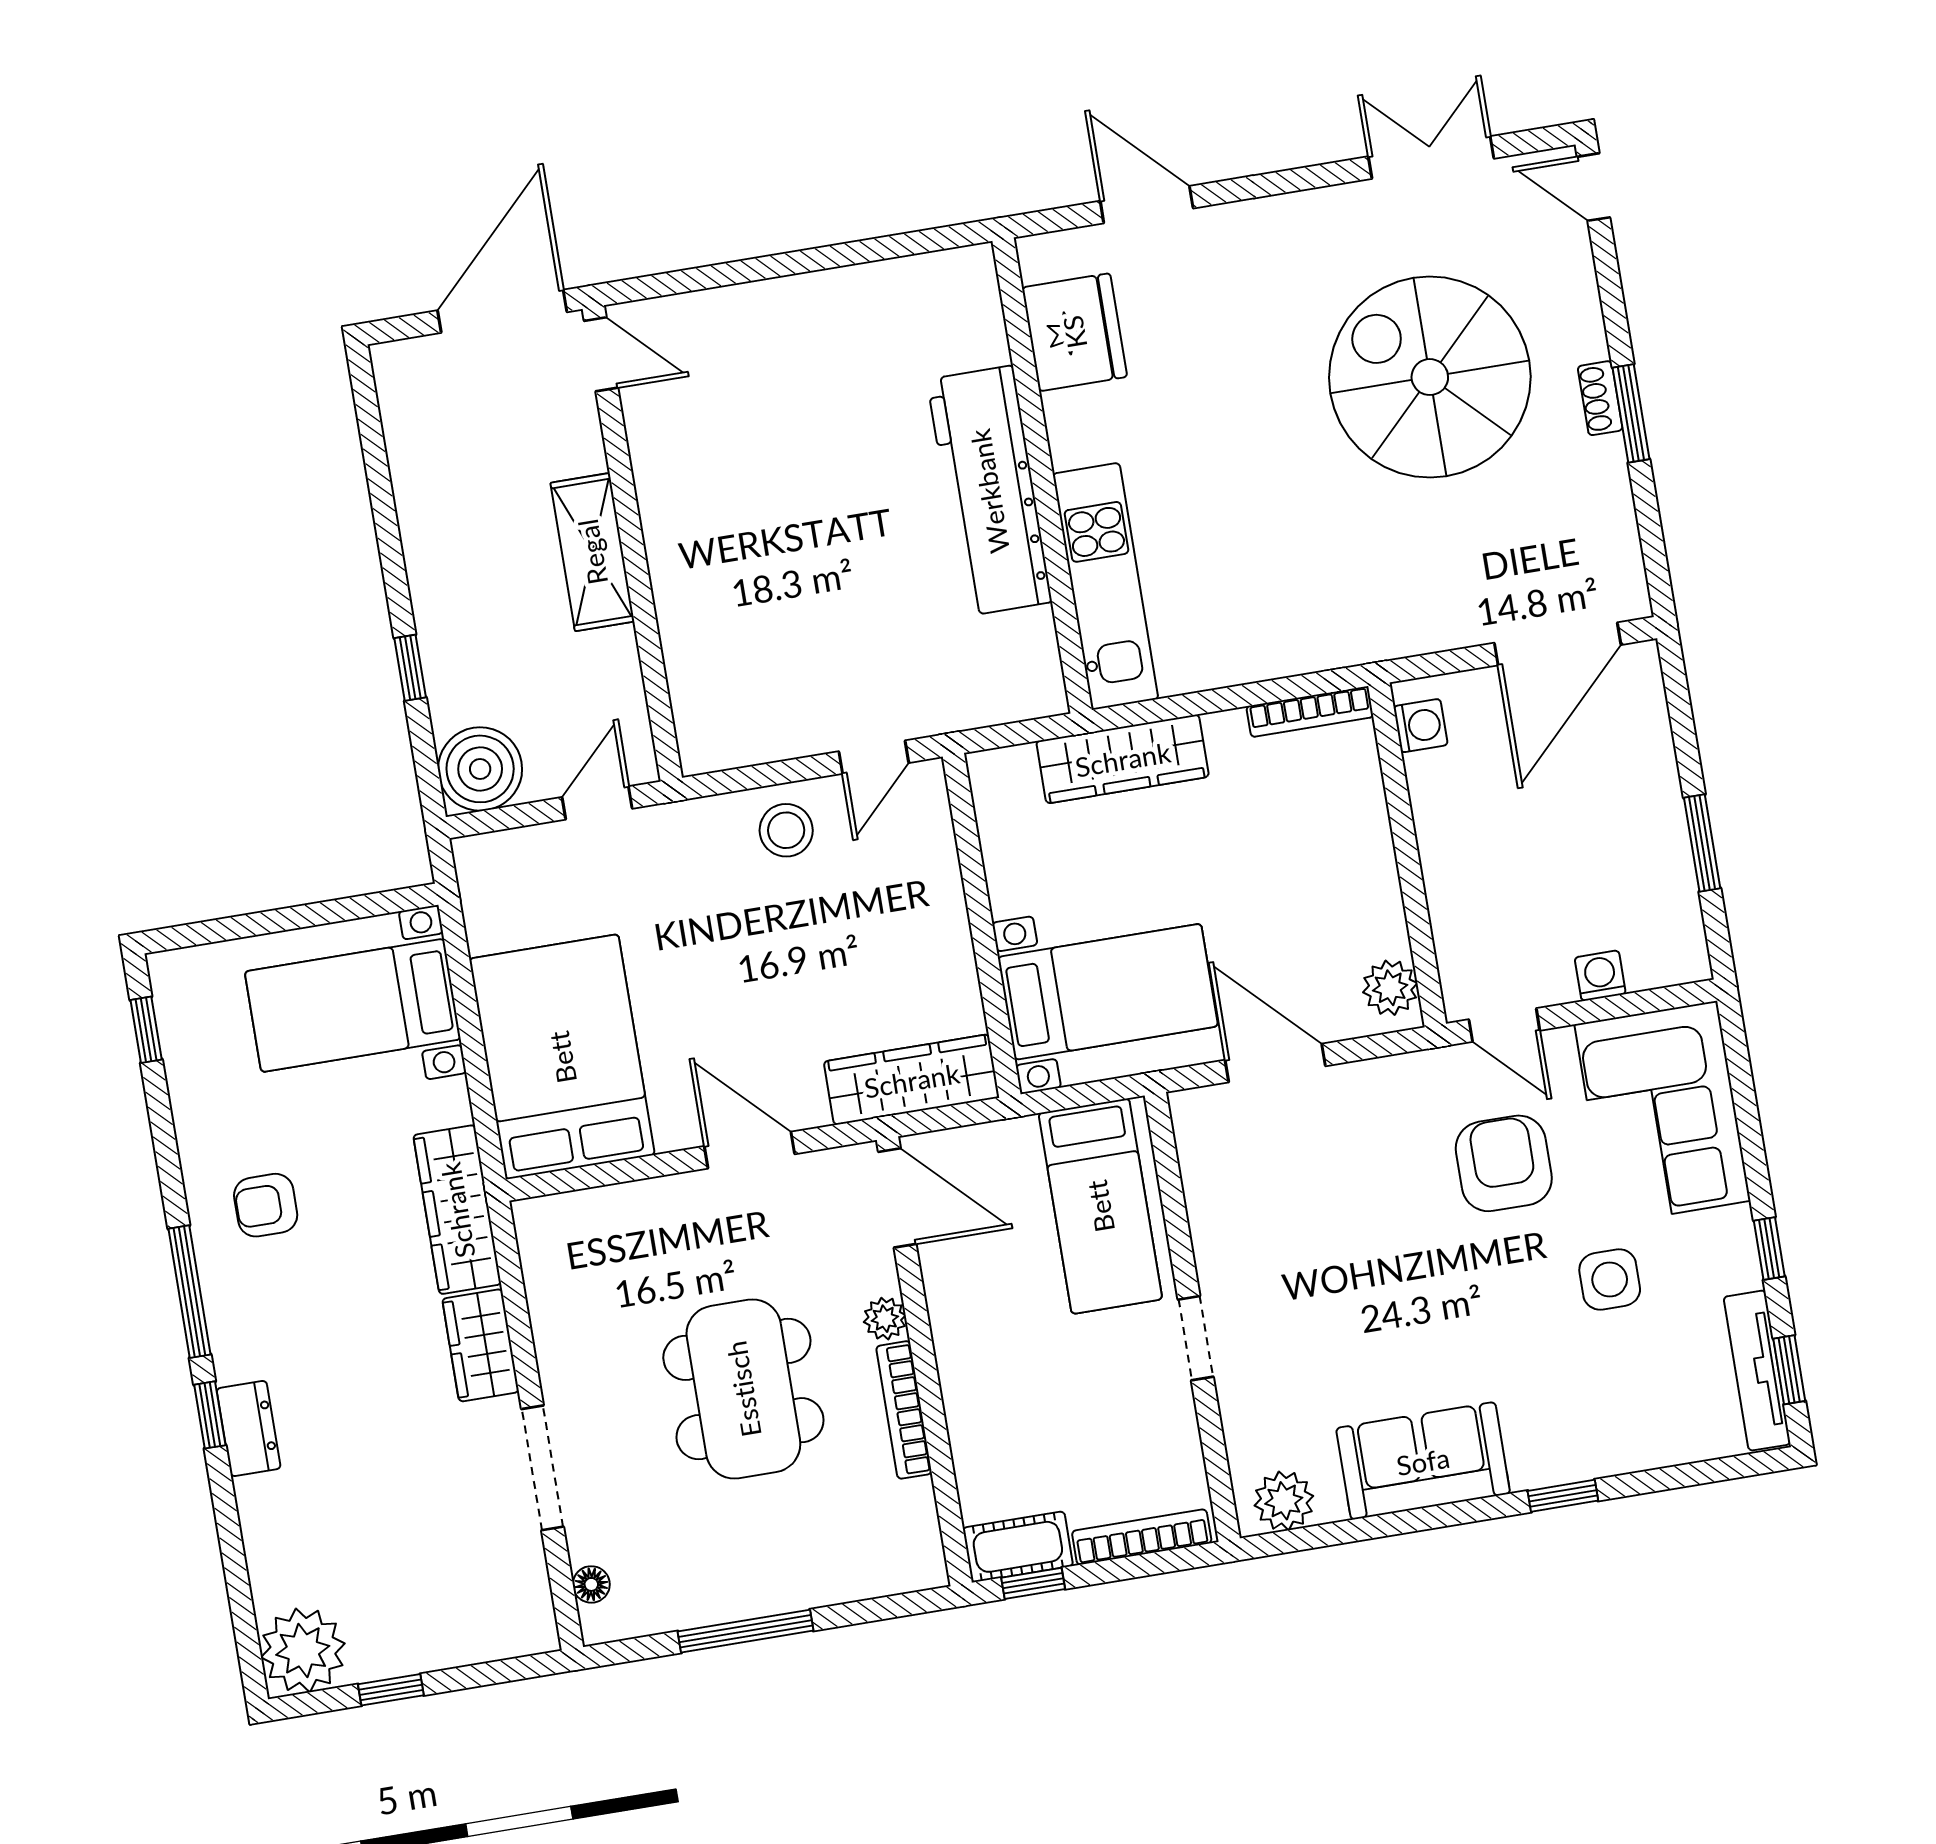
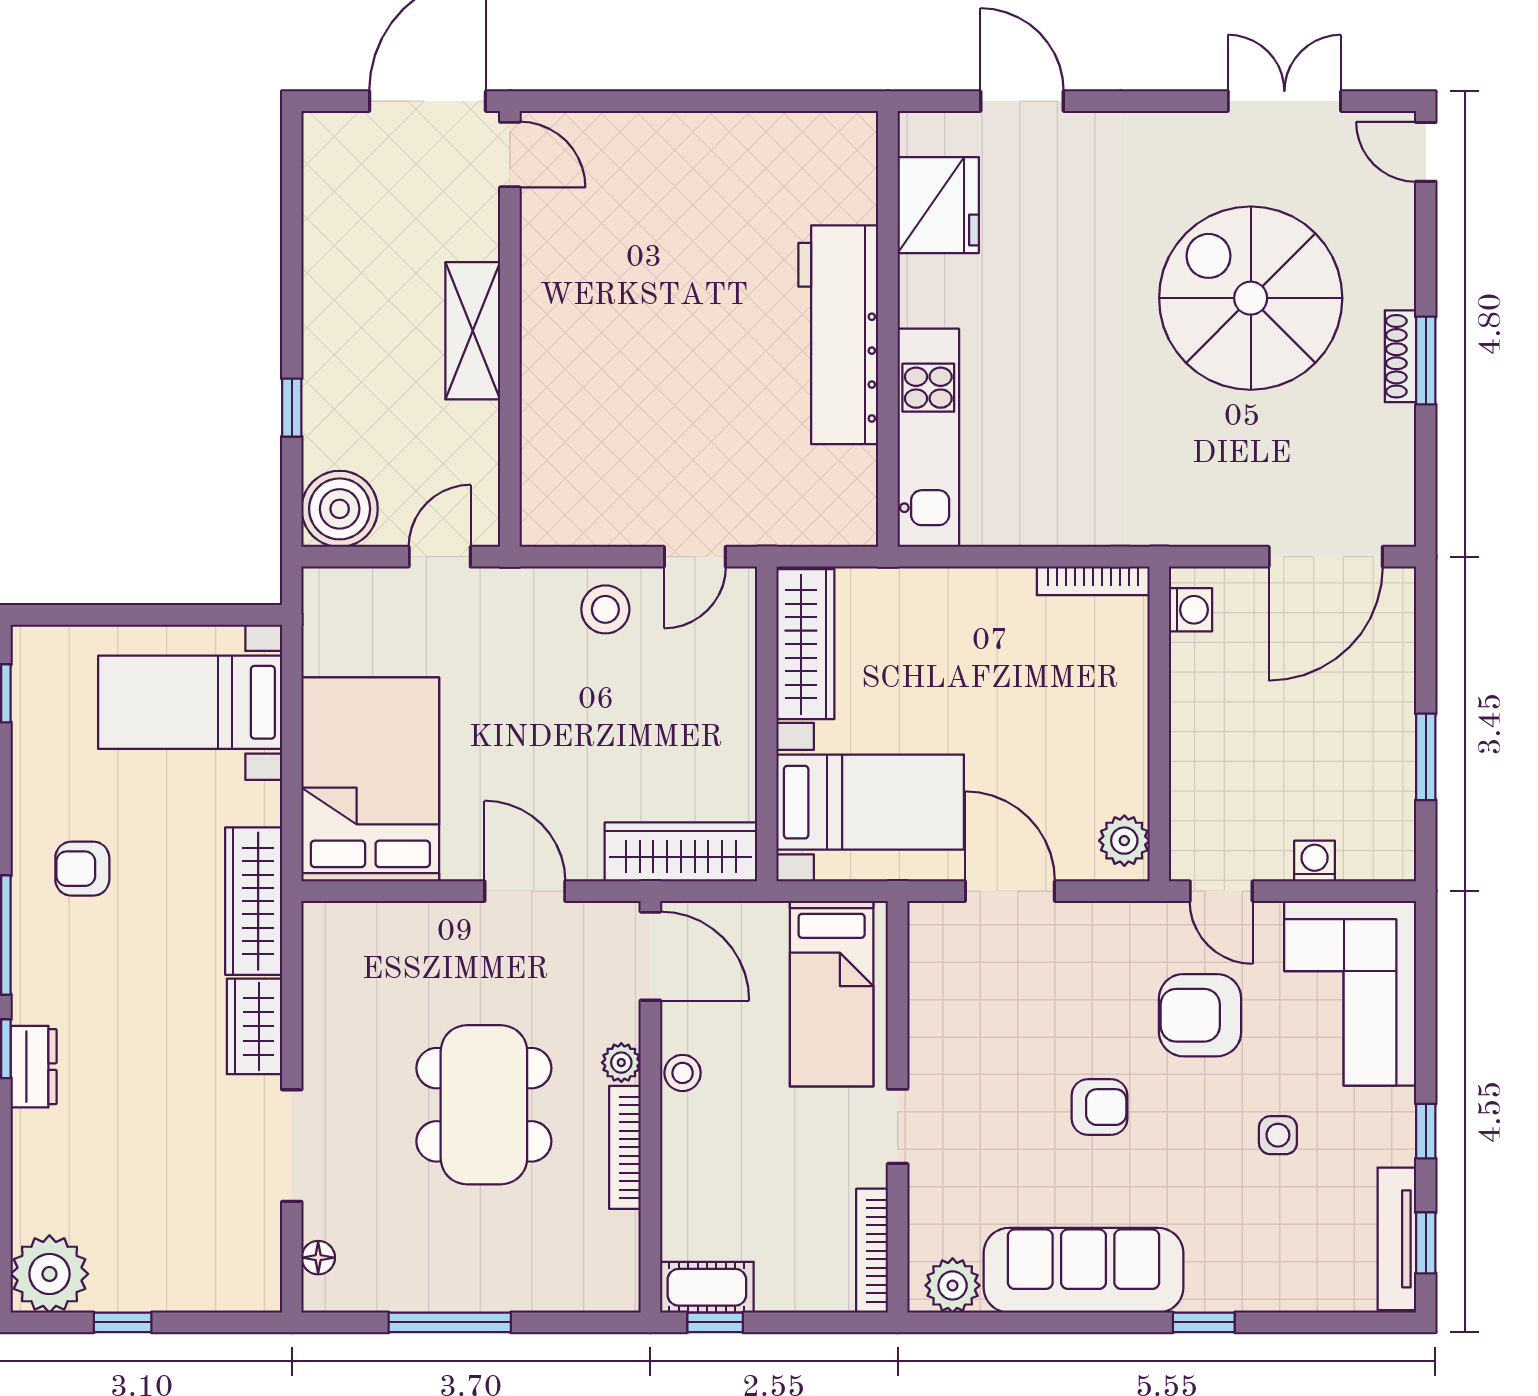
shoe rack: (1600, 398) -> (1400, 356), width x1.43
wardrobe: (1123, 759) -> (805, 644), moved, turned -90
armchair: (1504, 1163) -> (1200, 1015), turned -90
side table: (1610, 1279) -> (1278, 1135), width x0.73, depth x0.73
armchair: (1411, 1281) -> (1100, 1107), added
stool: (953, 1319) -> (683, 1073), added
sofa: (1423, 1461) -> (1083, 1270), width x1.36
bookcase: (1142, 1537) -> (872, 1251), moved, turned -90

